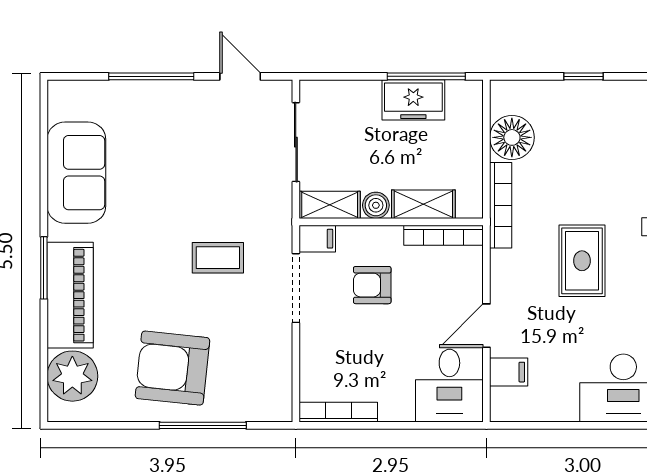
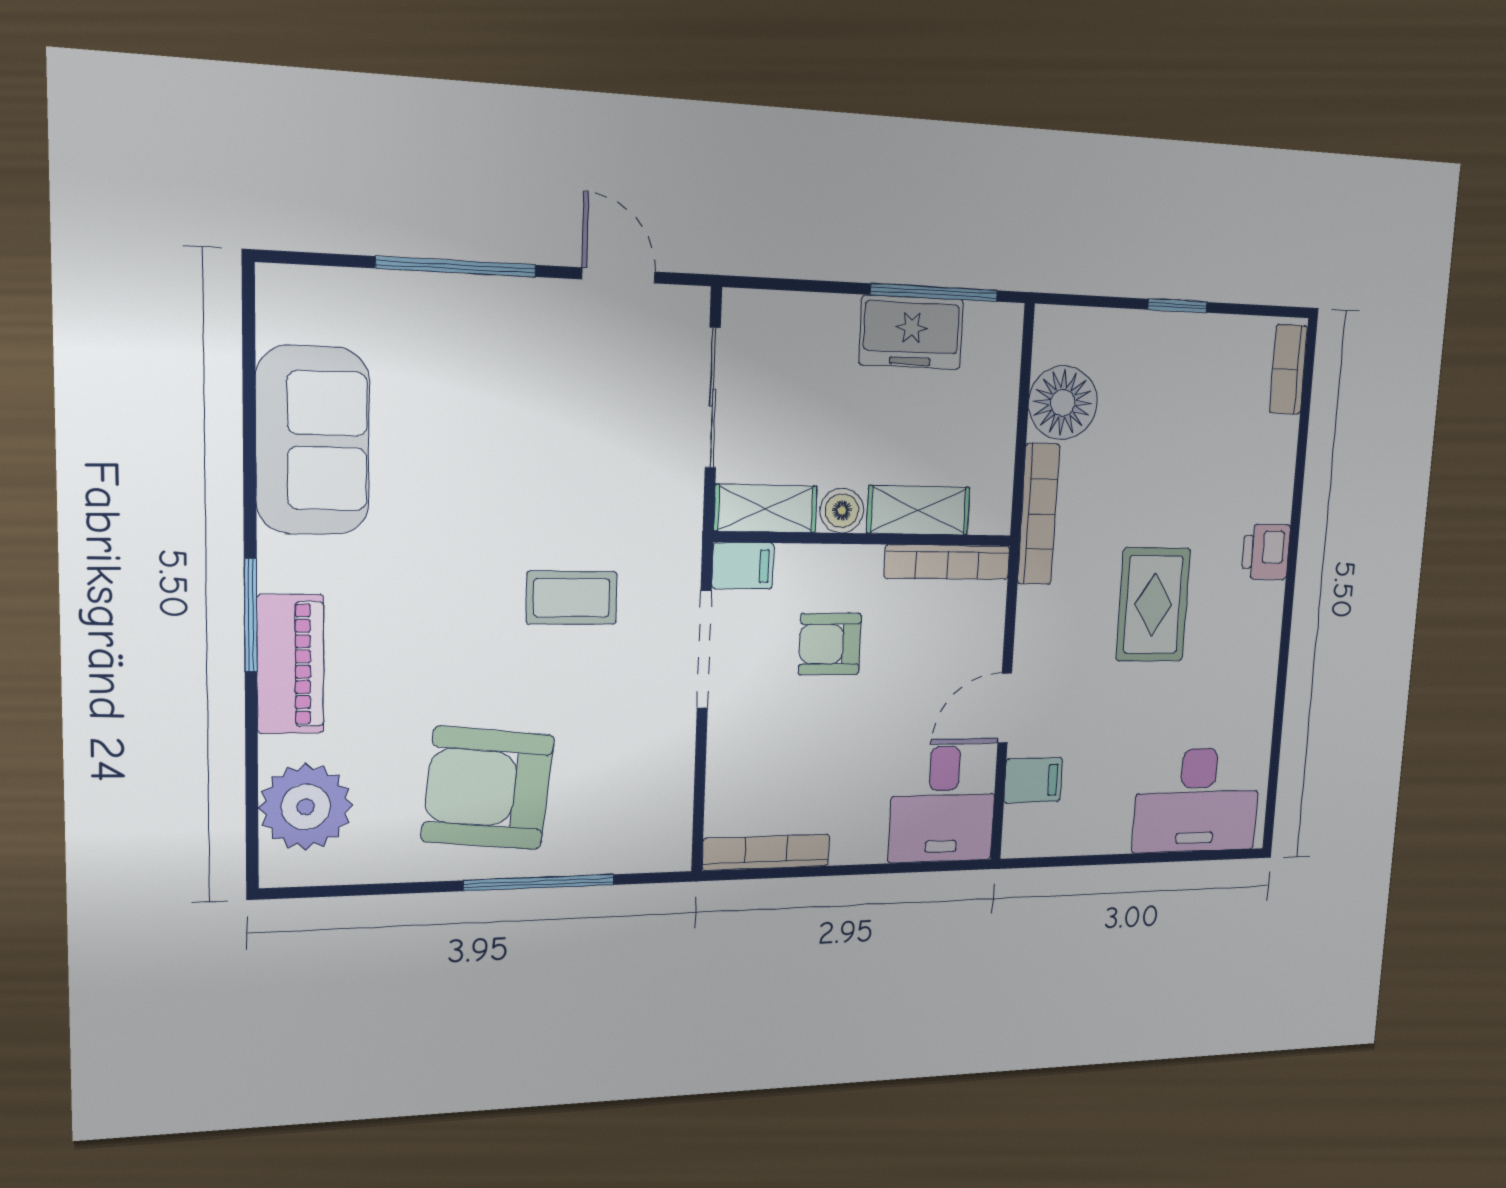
piano: (70, 295) -> (290, 664), width x0.73, depth x0.75

